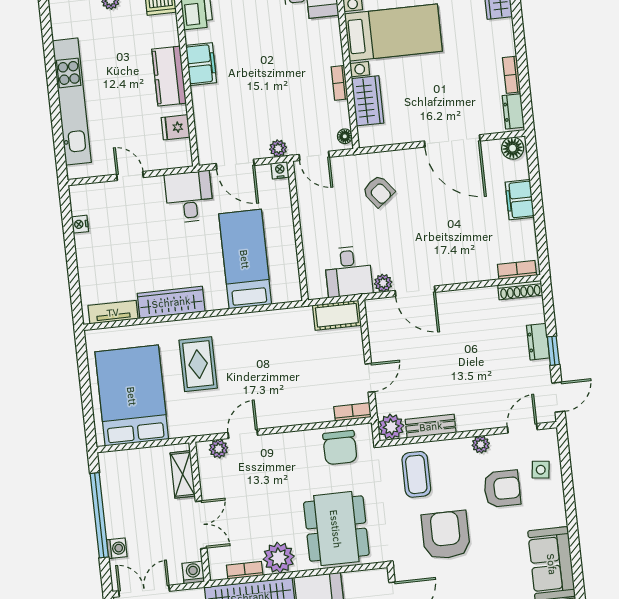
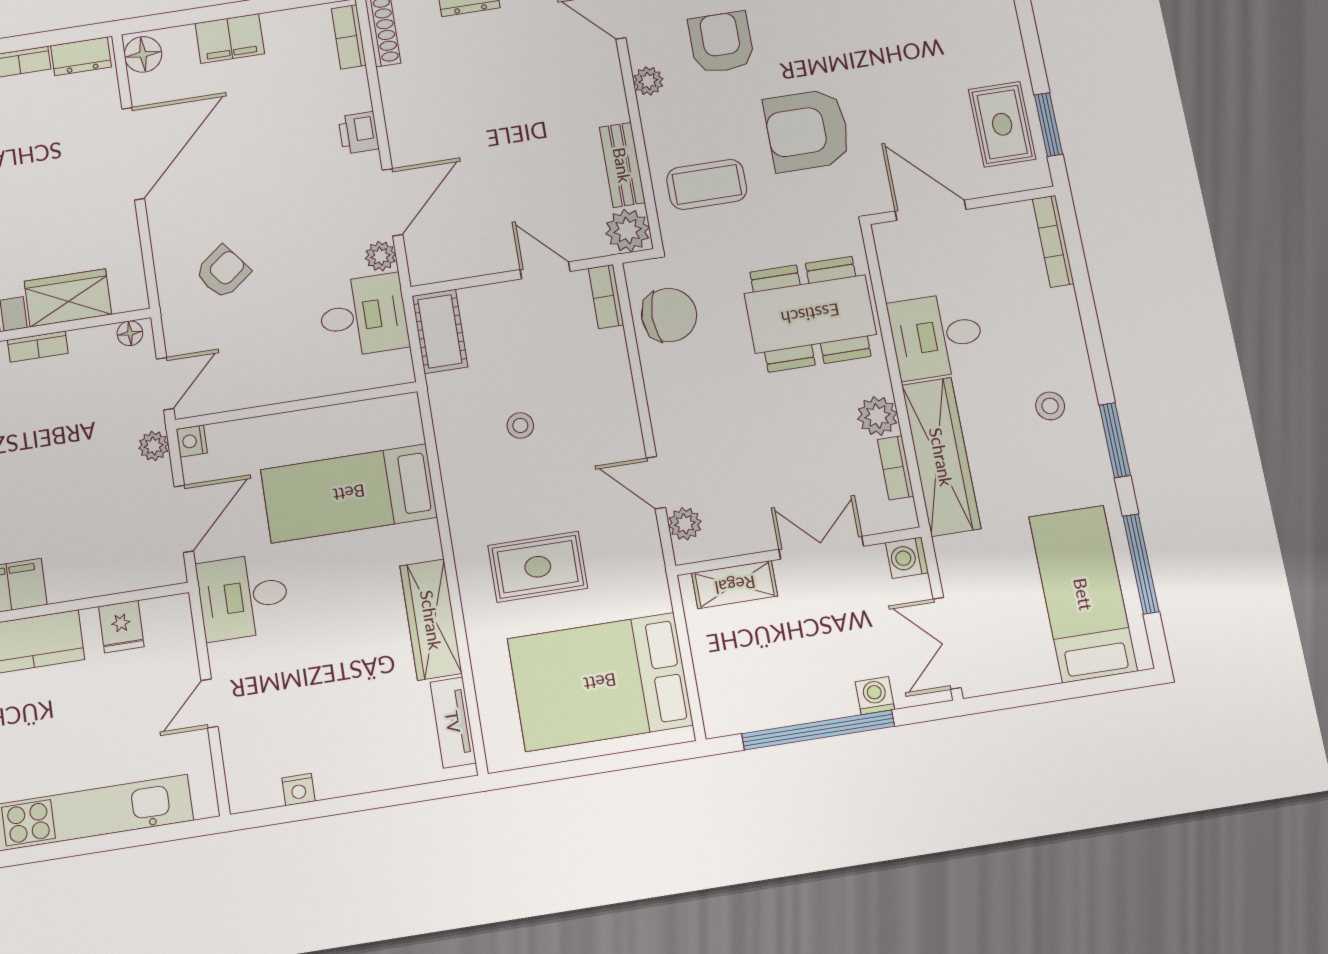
printer: (458, 273) -> (359, 133), added
stool: (280, 359) -> (520, 425), added
plant: (279, 558) -> (877, 416), width x0.73, depth x0.73

